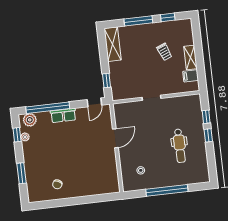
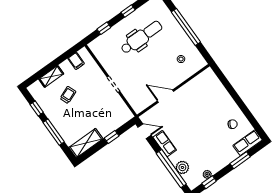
shelving: (190, 57) -> (51, 76), moved
window: (107, 80) -> (112, 137), moved
row of seats: (63, 115) -> (165, 144), moved
plant: (30, 120) -> (182, 167), moved
window: (208, 135) -> (128, 11), moved
dental chair: (180, 146) -> (141, 37), width x1.36, depth x1.38
row of seats: (33, 189) -> (248, 143), added

